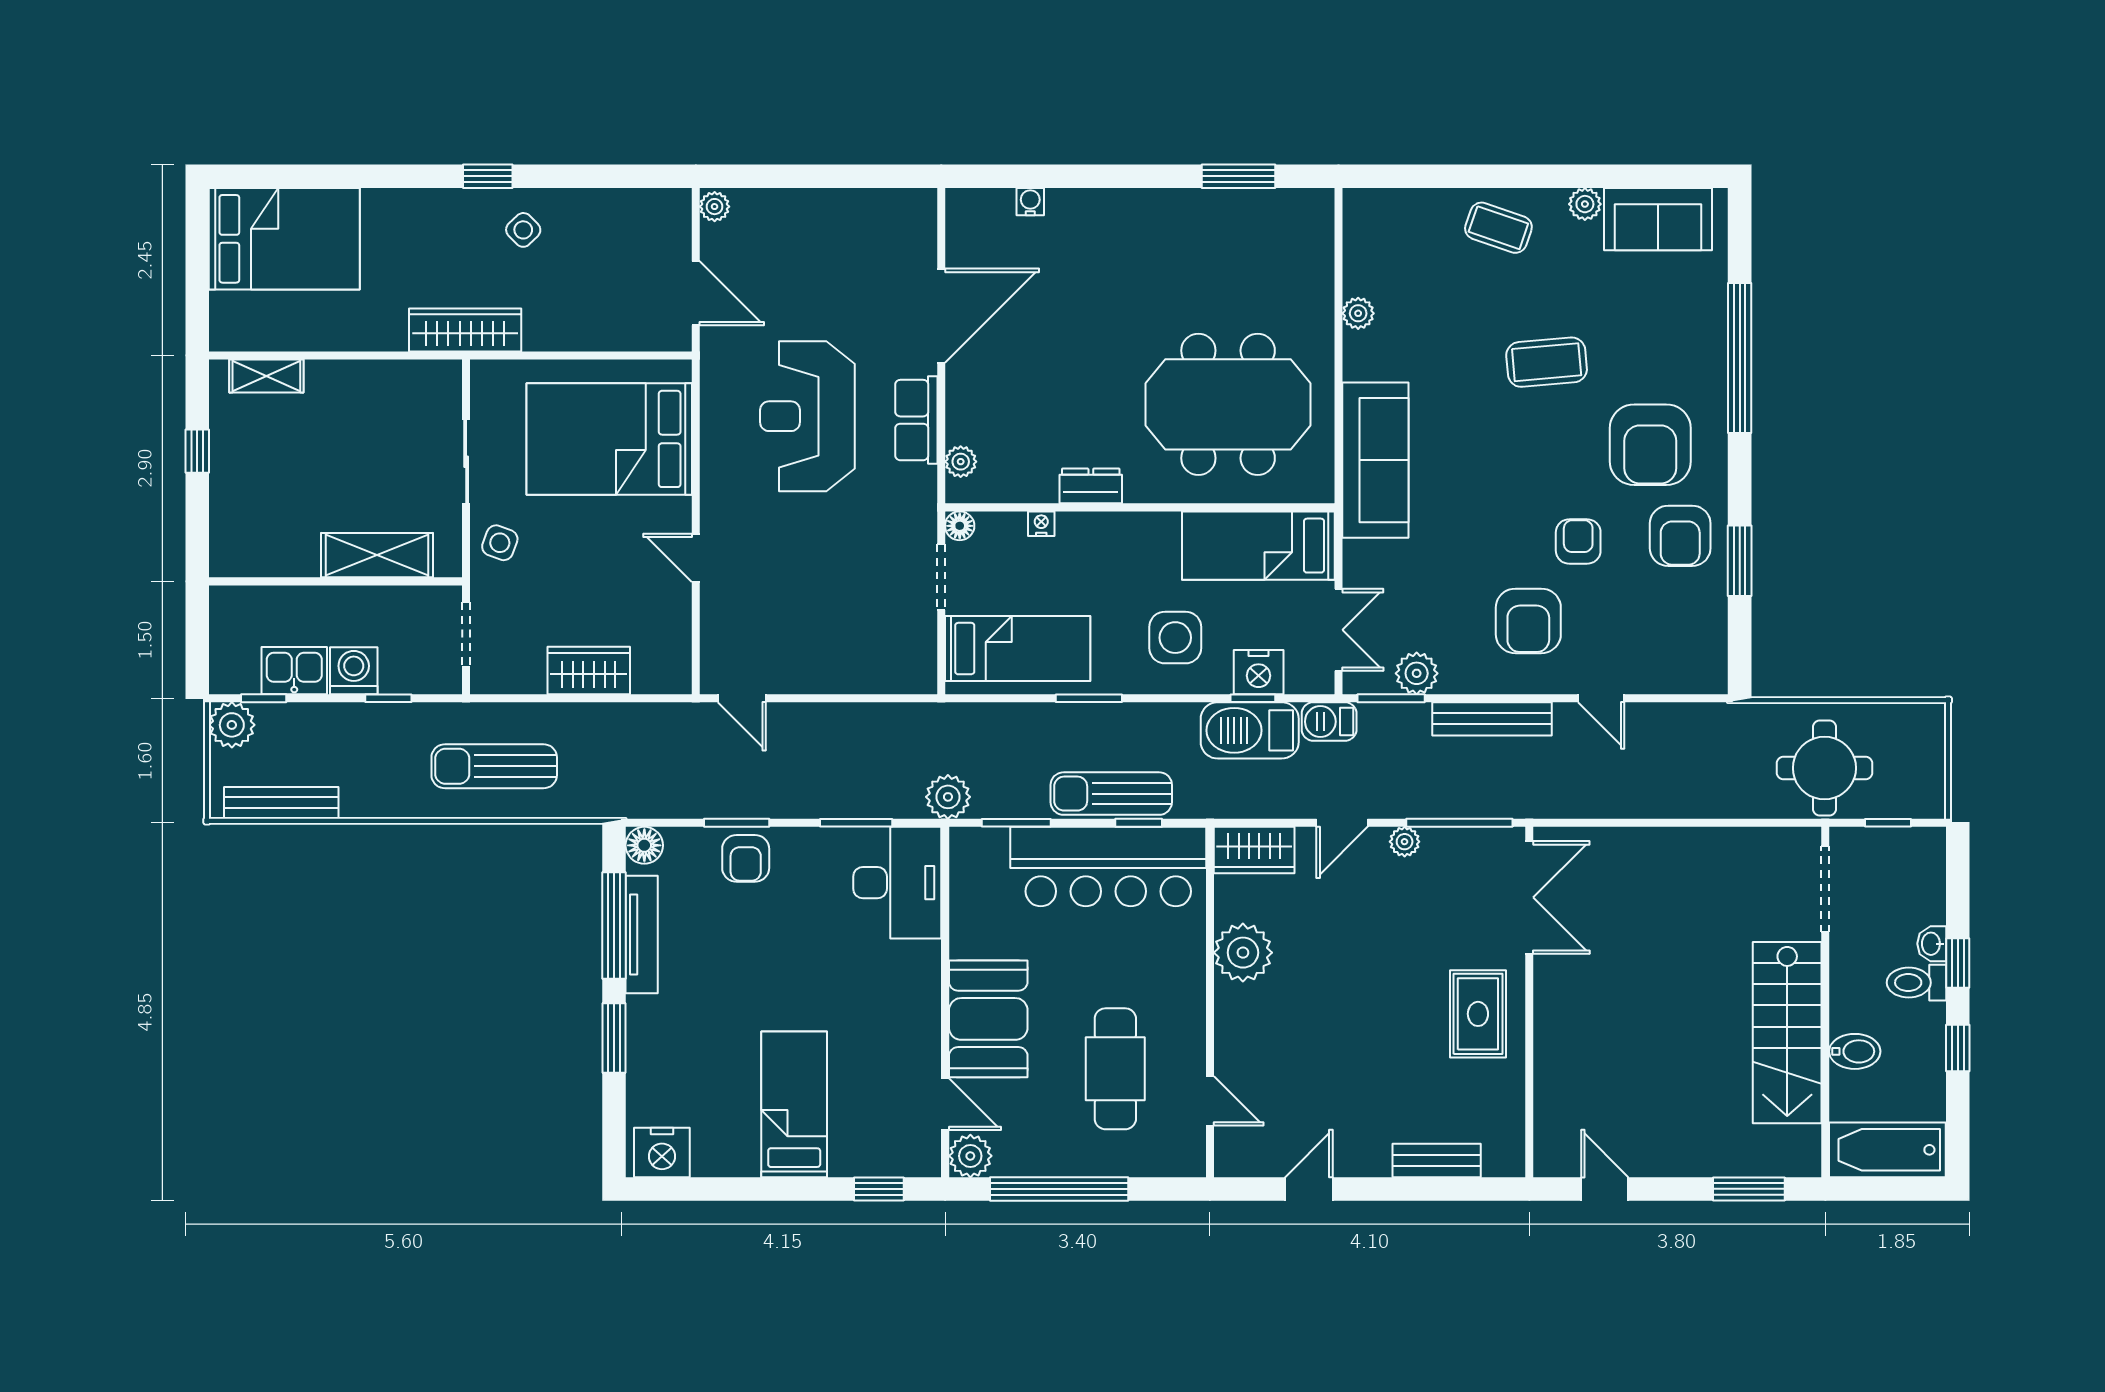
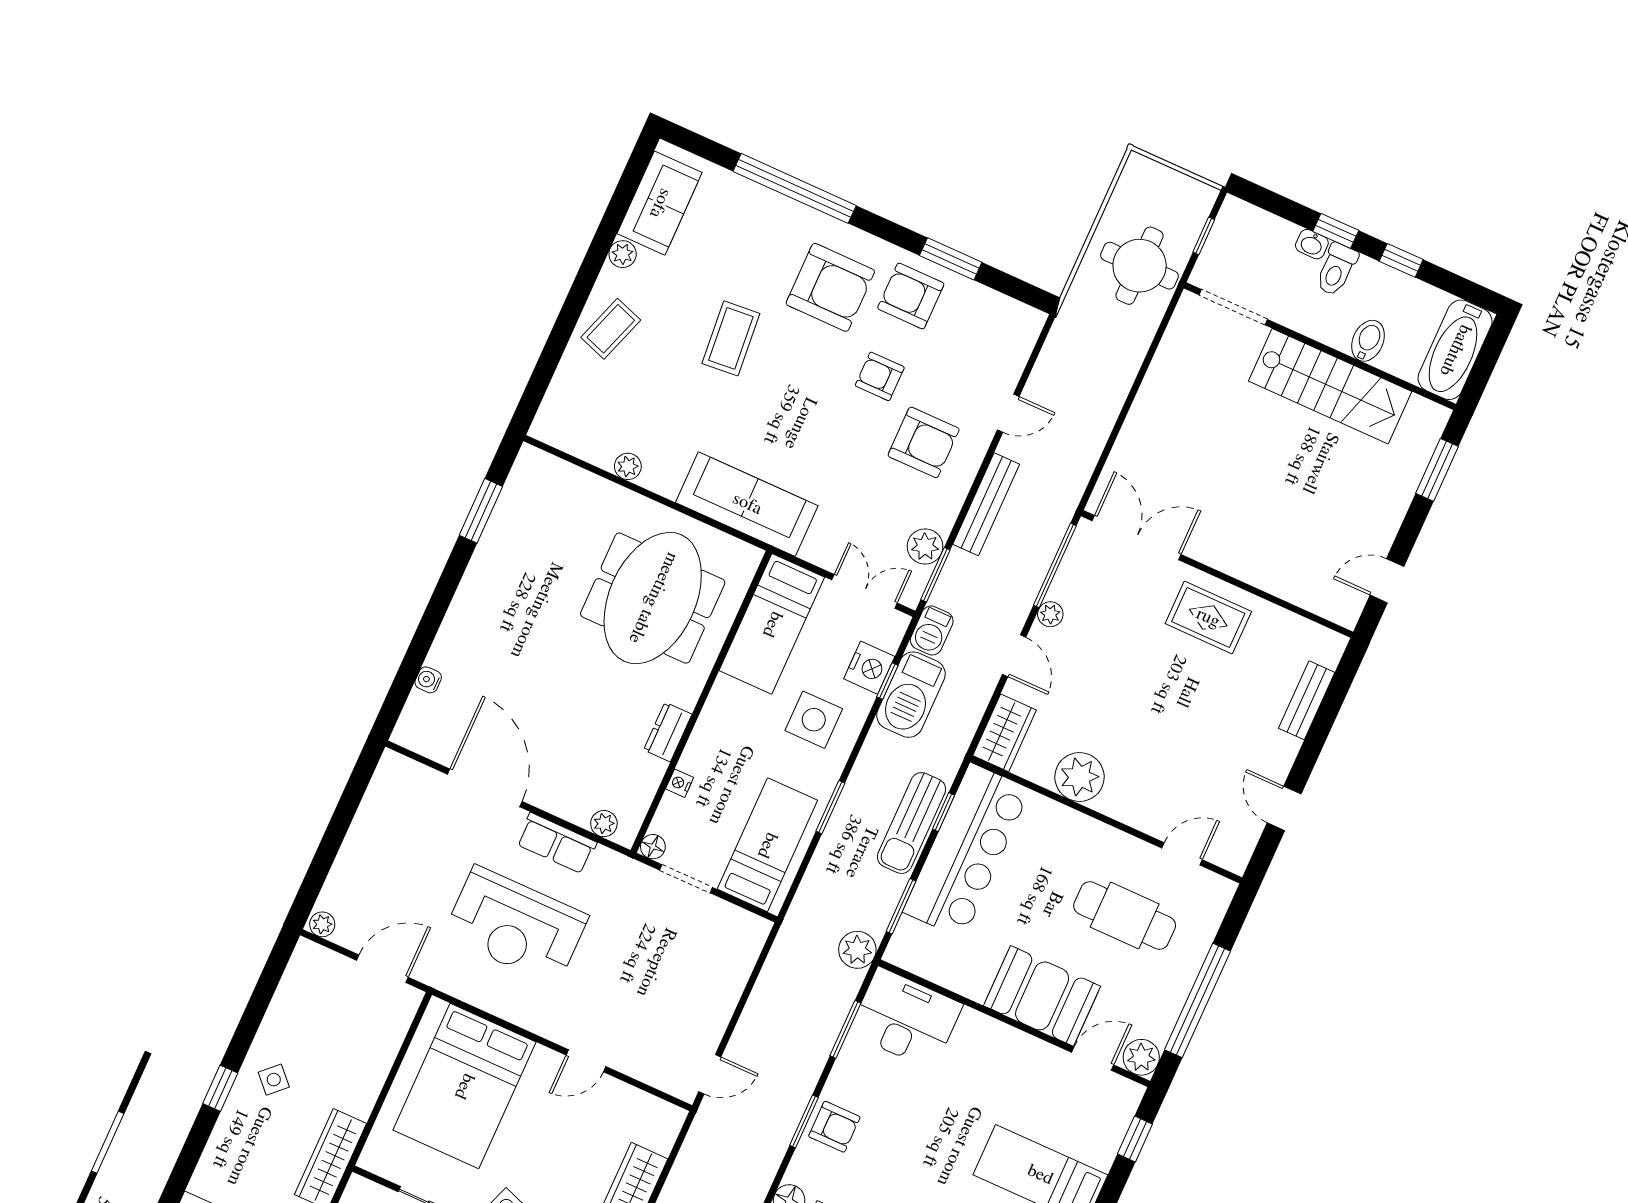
armchair: (1680, 536) -> (911, 296), turned 180

